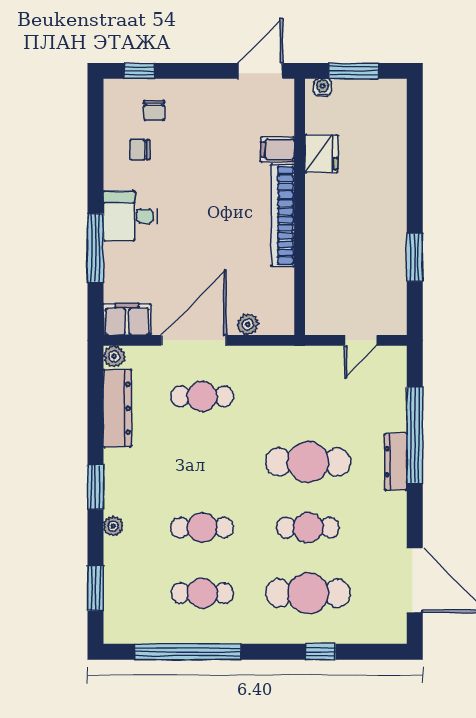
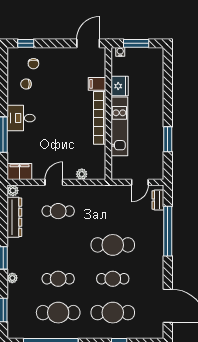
kitchen unit: (321, 232) -> (119, 126), added
door: (194, 340) -> (54, 182), width x0.53
dresser: (396, 462) -> (158, 200), moved, width x0.70
cafe table: (202, 593) -> (58, 313), width x1.37, depth x1.35

